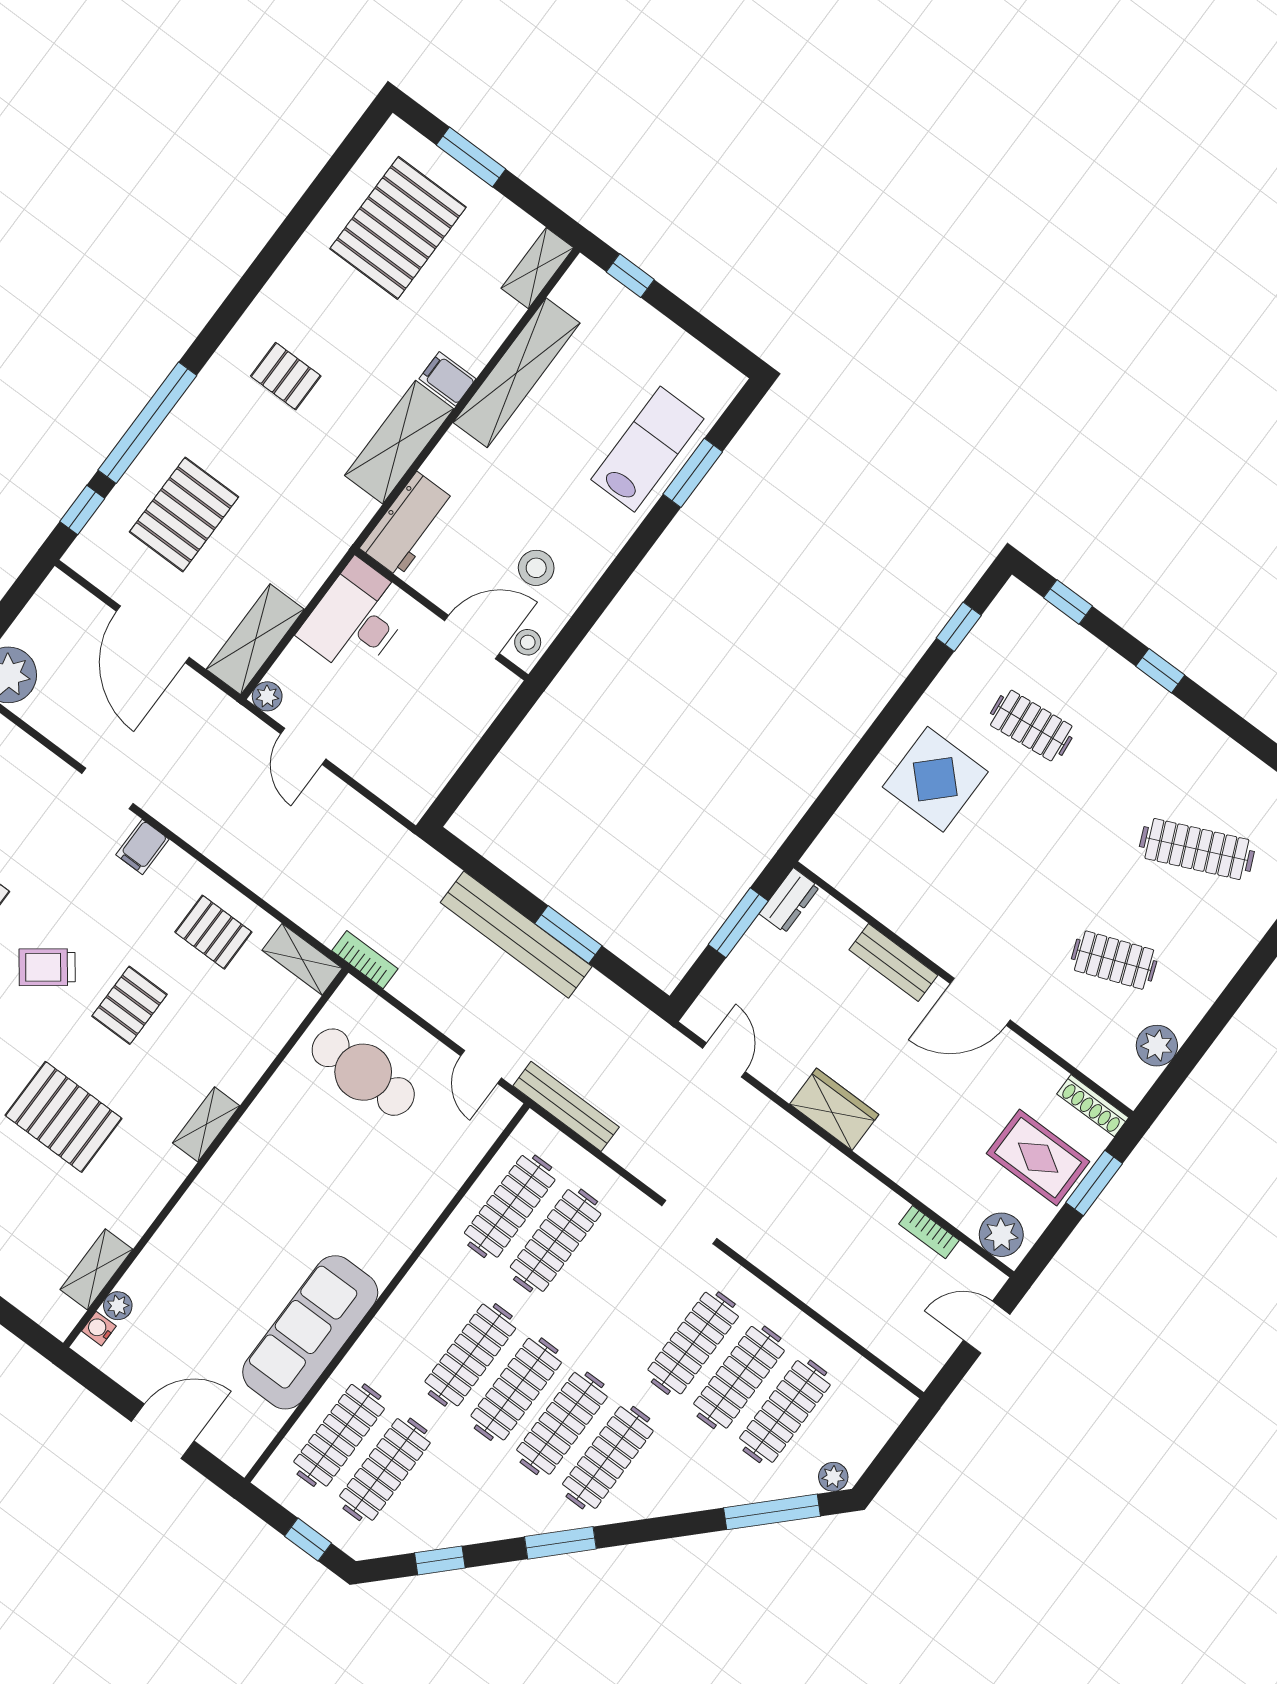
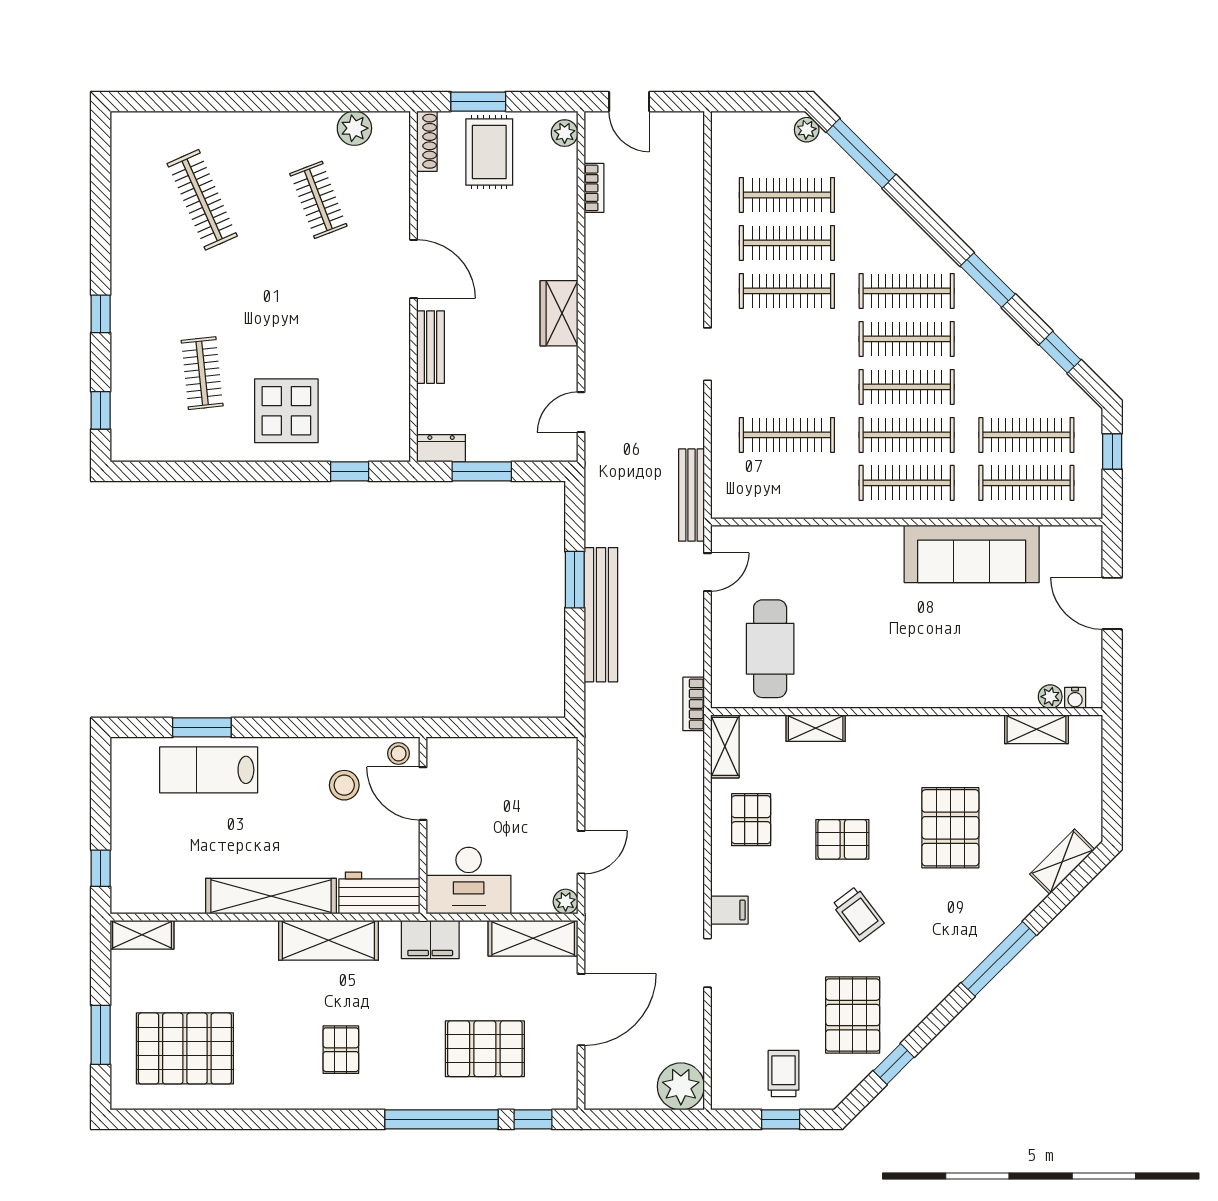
shelving: (517, 373) -> (271, 896), moved
filing cabinet: (448, 379) -> (430, 939), moved, width x2.00
window: (959, 627) -> (350, 471), moved
shelving: (206, 1124) -> (816, 728), moved
clothes rail: (510, 1206) -> (907, 483), moved
plant: (1001, 1235) -> (565, 133), width x0.73, depth x0.73

